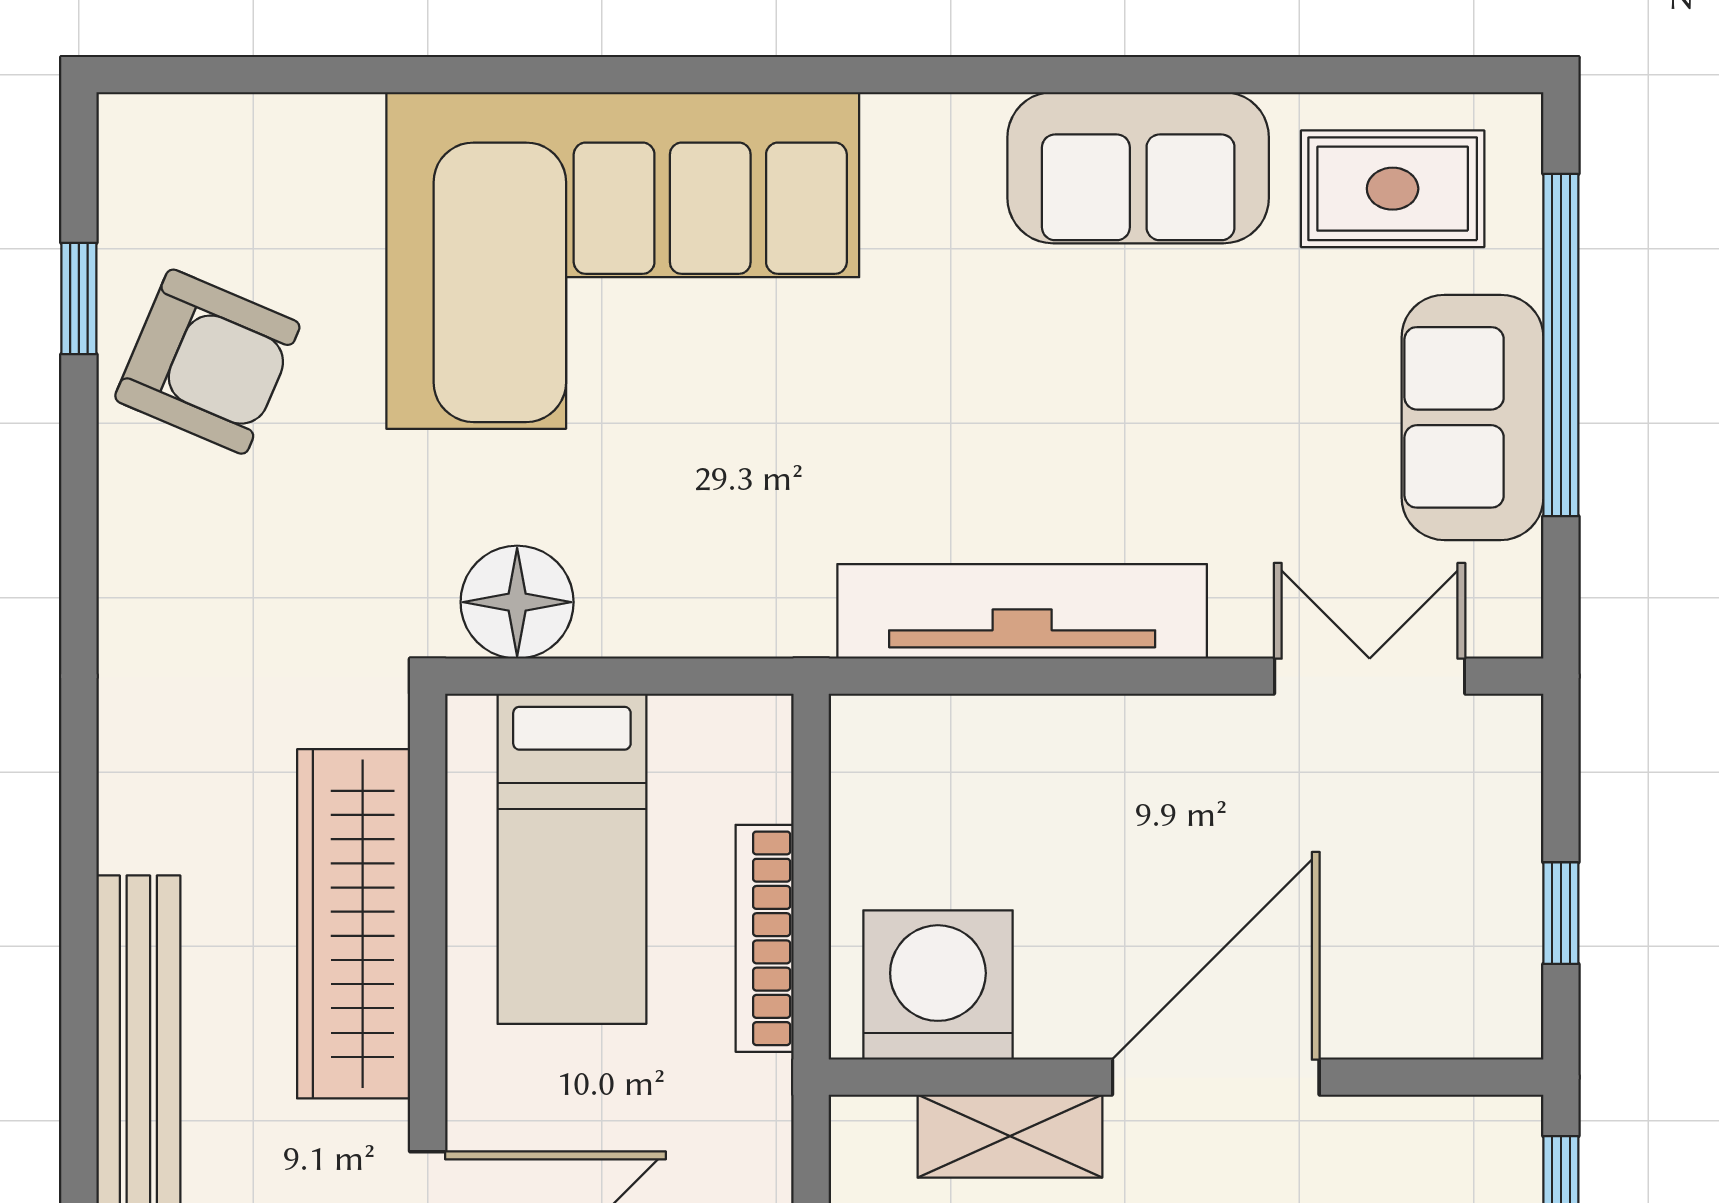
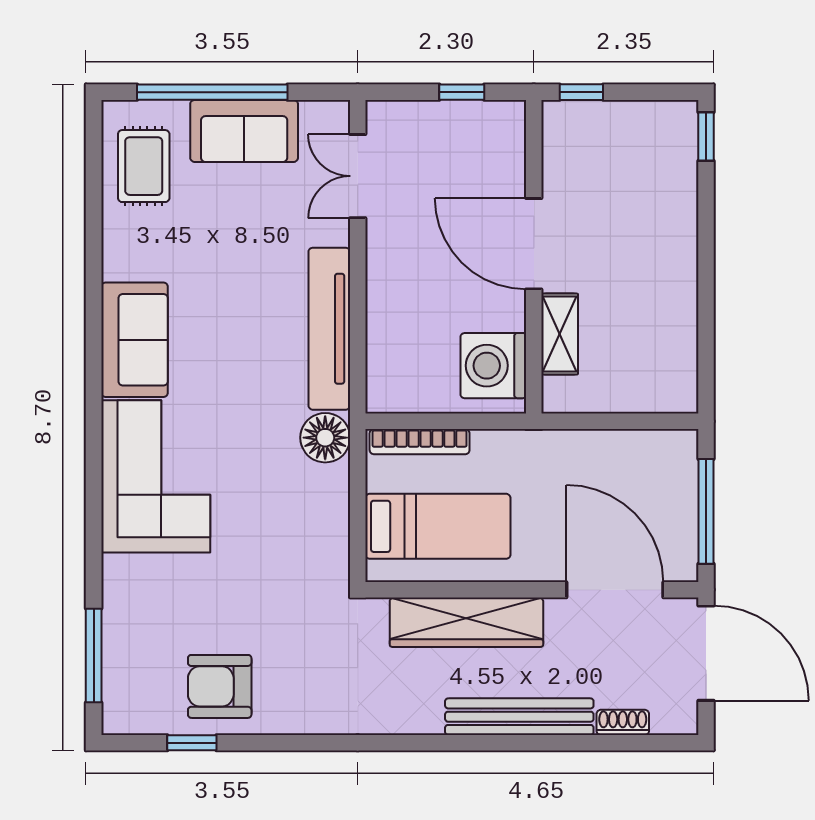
window: (278, 75) -> (94, 655), added
sofa: (1138, 168) -> (134, 340), moved
corner sofa: (623, 260) -> (156, 476), width x0.73, depth x0.74
armchair: (207, 362) -> (220, 686), turned -113
floor lamp: (517, 602) -> (325, 438), moved
bookcase: (765, 938) -> (420, 442), moved

